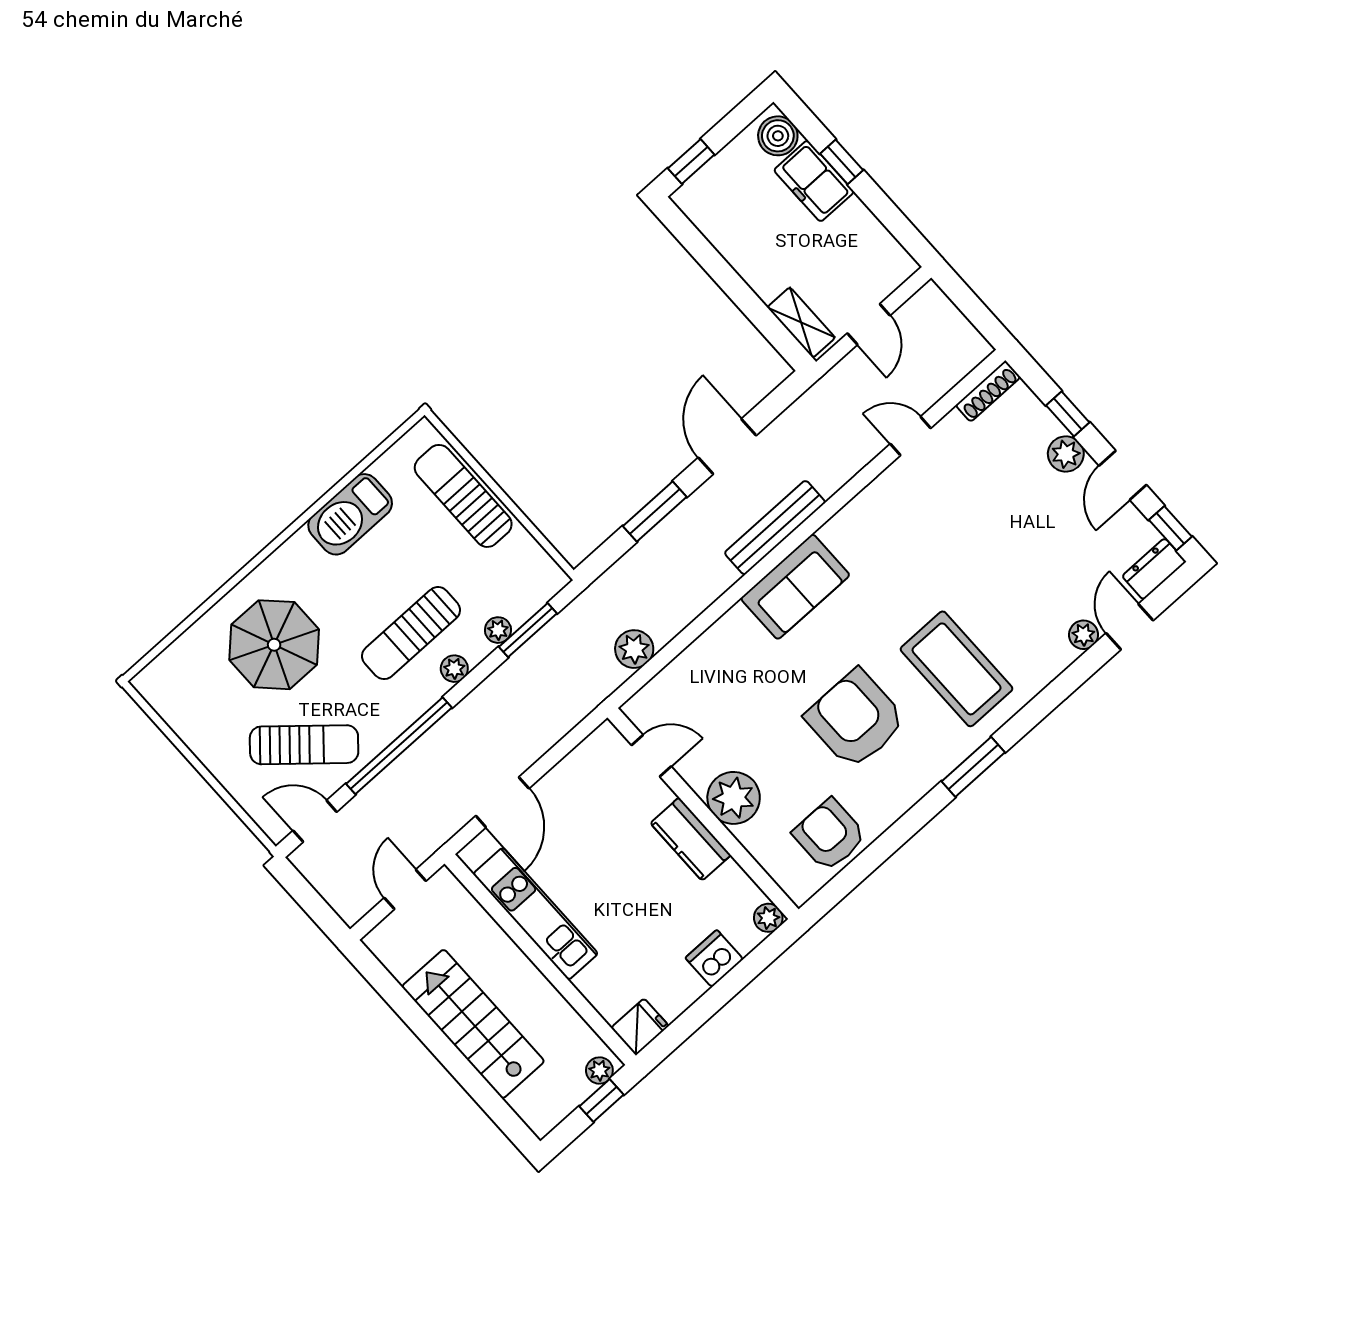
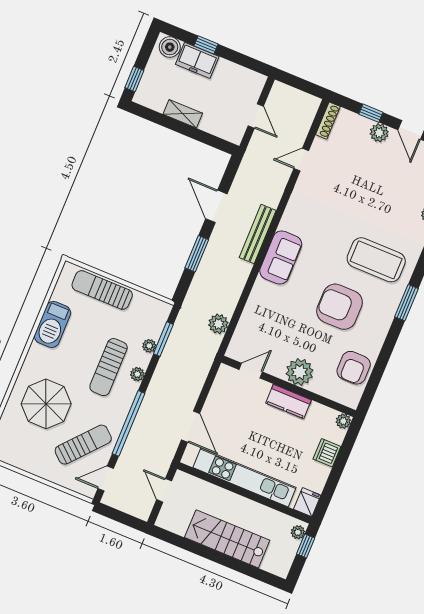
shelving: (801, 323) -> (183, 114), moved
armchair: (830, 835) -> (354, 368), turned -90
kitchen unit: (536, 914) -> (244, 477), width x1.36

